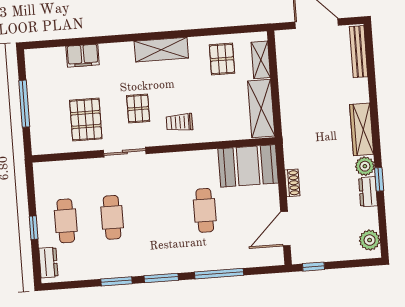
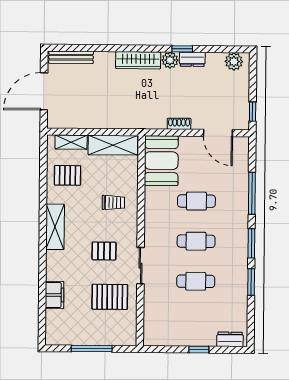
trolley: (179, 122) -> (113, 203), moved, turned -90
cafe table: (66, 221) -> (196, 241), moved

